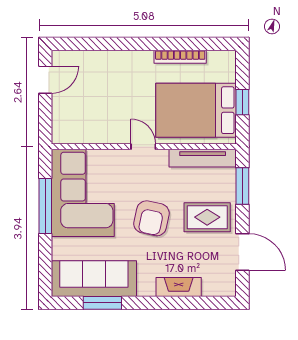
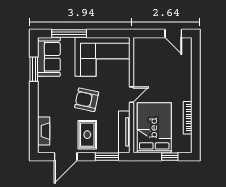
window: (242, 102) -> (170, 157), moved
window: (45, 206) -> (69, 33), moved
sofa: (94, 279) -> (49, 57), width x0.73
fireplace: (179, 287) -> (44, 131), moved

